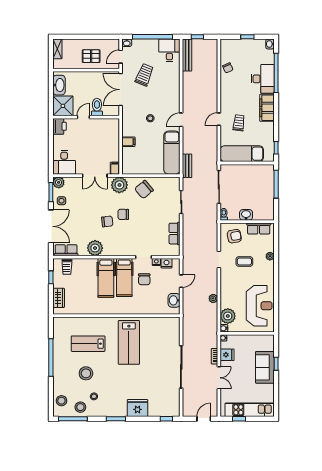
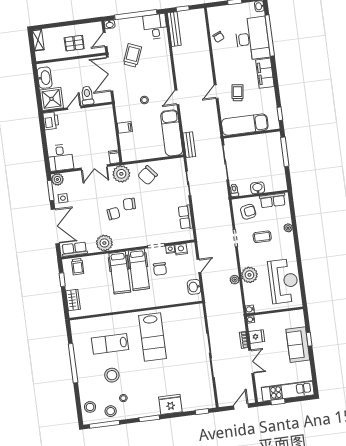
desk: (263, 79) -> (252, 39), width x1.36, depth x1.30
plant: (228, 316) -> (249, 275), moved

